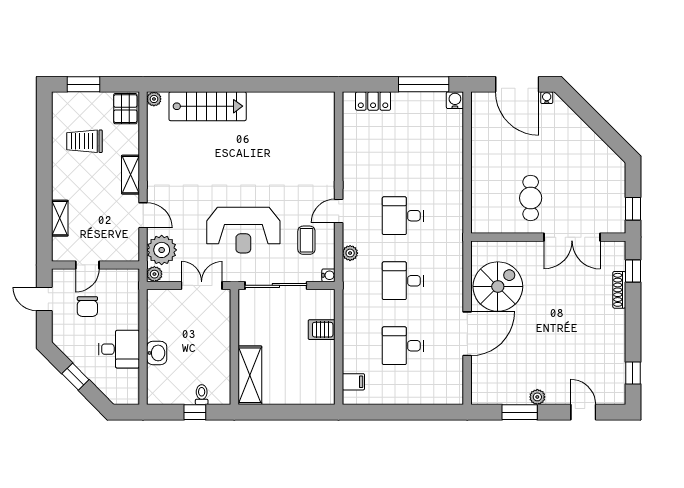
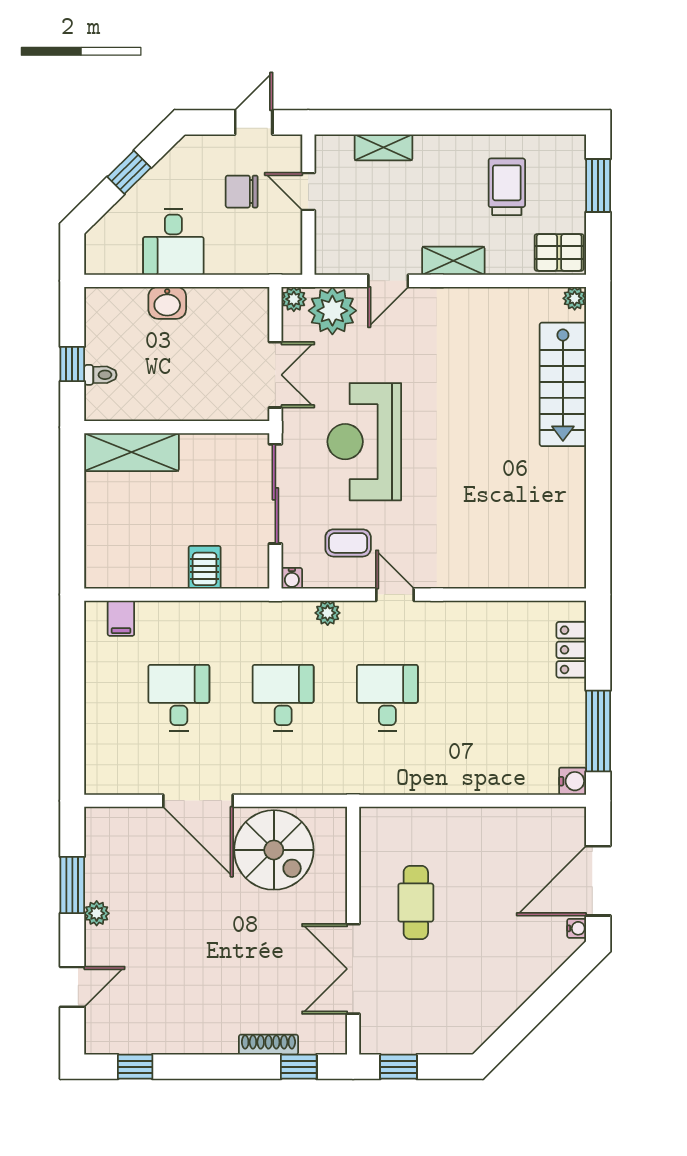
cafe table: (531, 198) -> (416, 903), turned 90

